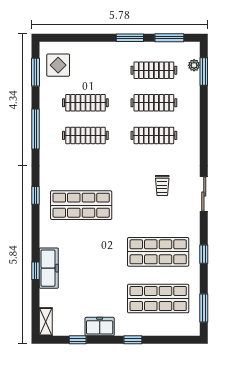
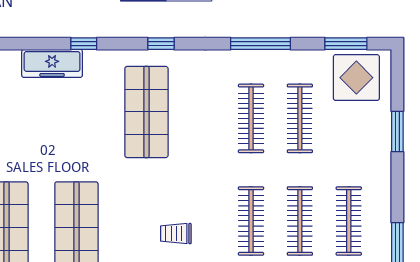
window: (130, 38) -> (397, 131), moved
display table: (58, 65) -> (356, 78), width x1.36, depth x1.36
window: (36, 271) -> (84, 44), moved

